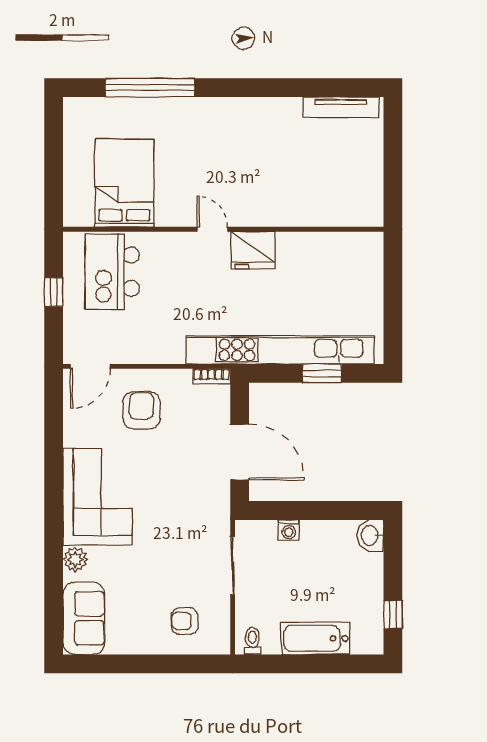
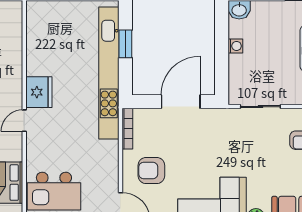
bookcase: (212, 376) -> (127, 129), width x1.56
washing machine: (289, 530) -> (235, 46), moved

